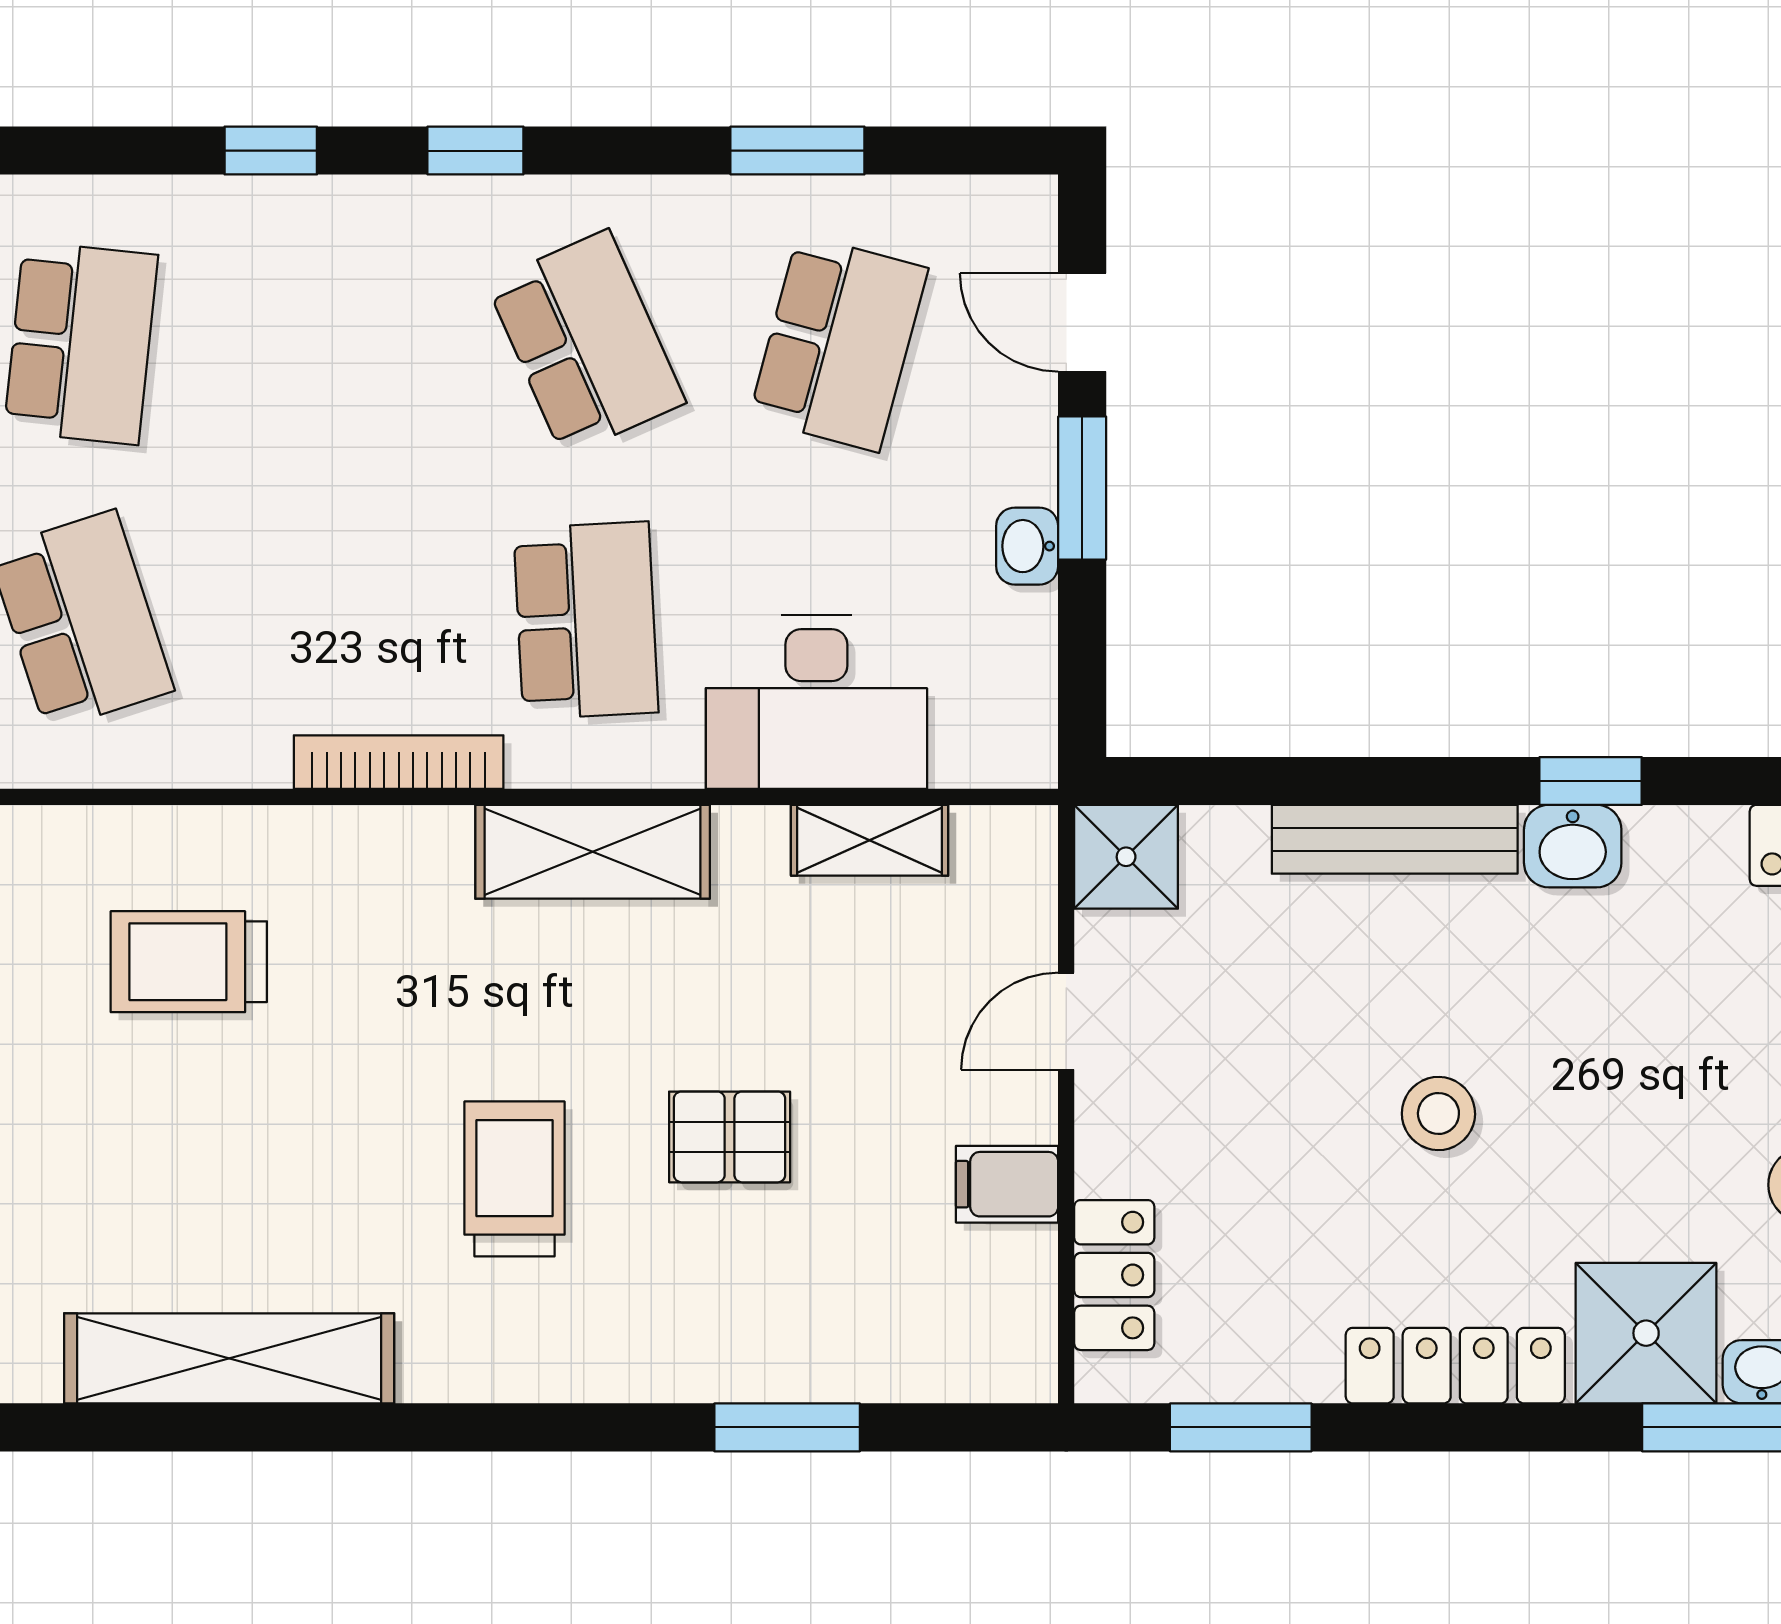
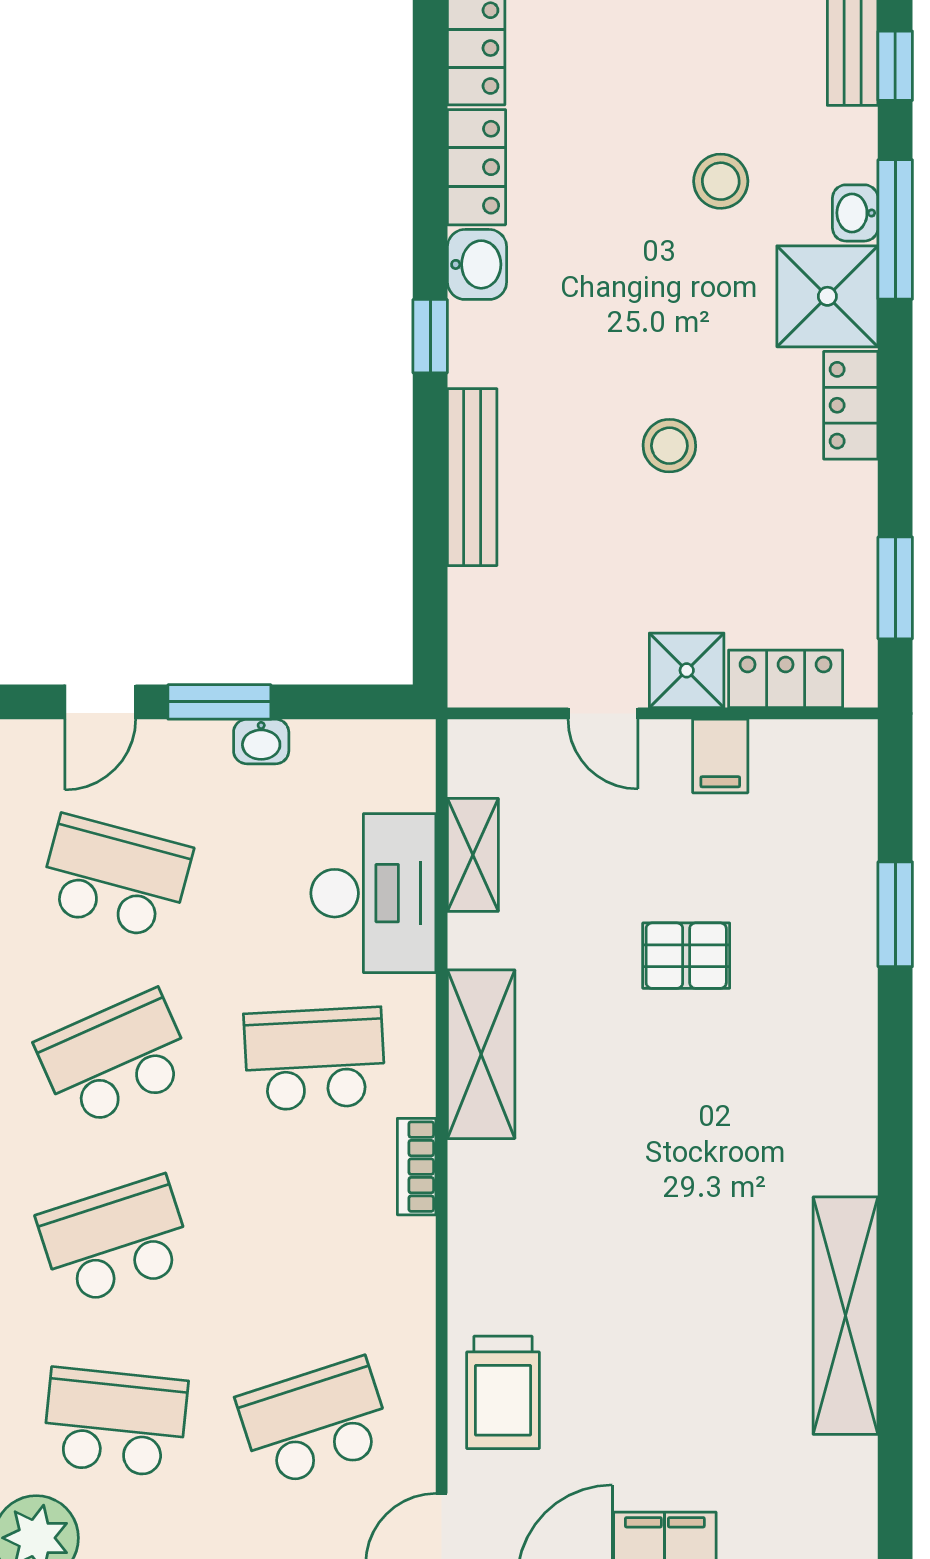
school desk: (333, 343) -> (115, 1241), added
bookcase: (399, 762) -> (417, 1167), width x0.64
washbasin: (1573, 846) -> (477, 264), moved
shower: (1126, 857) -> (687, 670), moved
trolley: (189, 962) -> (503, 1392), moved
pallet: (730, 1137) -> (686, 956), turned 90
trolley: (514, 1179) -> (716, 1110), removed
locker: (1455, 1366) -> (851, 405), width x0.66

